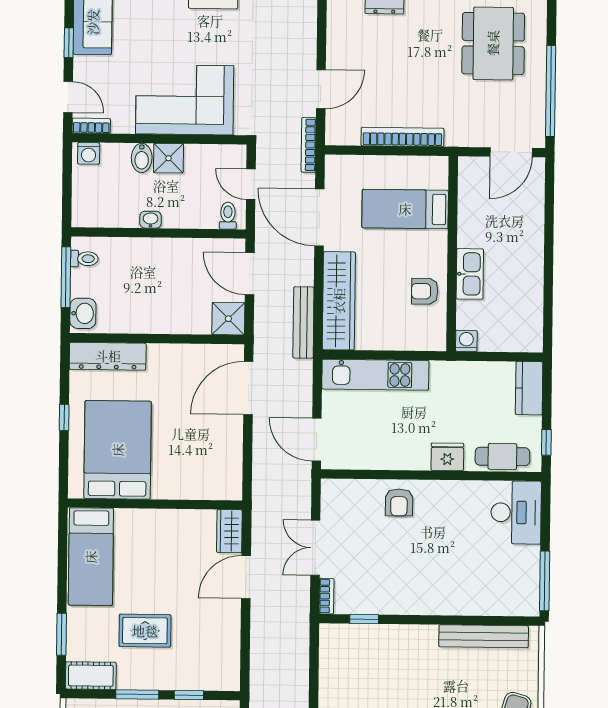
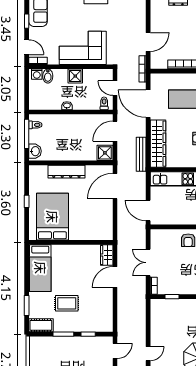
bidet: (142, 158) -> (48, 76), moved
door: (250, 274) -> (115, 131), hinge flipped
dresser: (108, 356) -> (66, 172), moved

